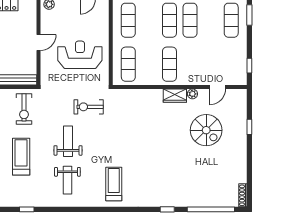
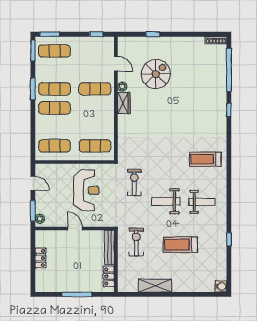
reception desk: (80, 55) -> (86, 190), turned 180
exercise mat: (169, 64) -> (95, 89), moved
exercise bike: (89, 107) -> (134, 182), turned 180
exercise bike: (24, 109) -> (136, 242), turned -90

